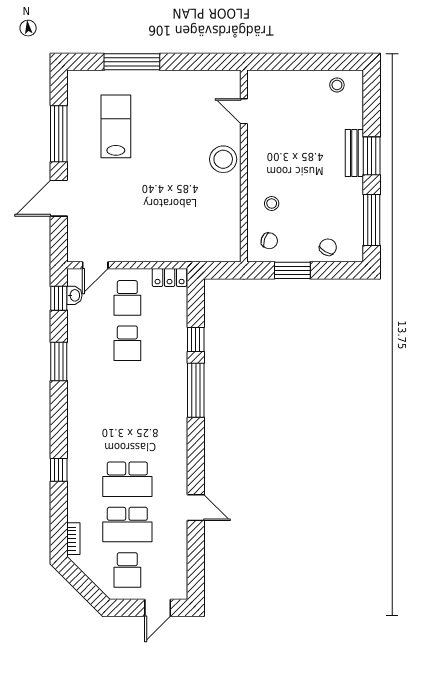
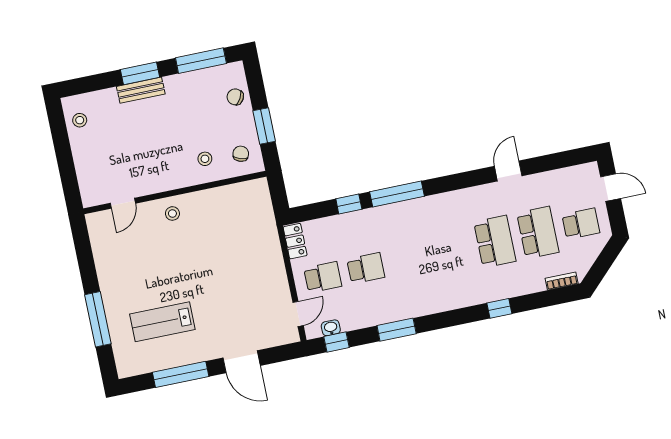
stool: (223, 159) -> (172, 213), width x0.53, depth x0.53
door: (95, 265) -> (298, 314), hinge flipped

